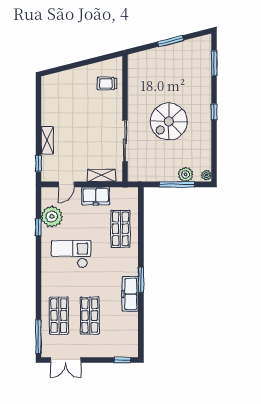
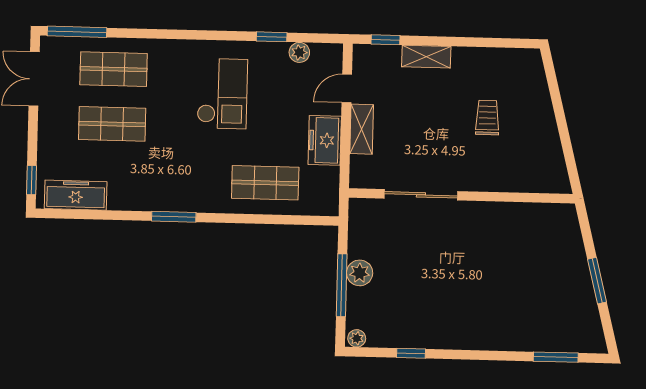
trolley: (107, 84) -> (487, 118), moved
window: (214, 112) -> (411, 353), moved
spiral stairs: (169, 121) -> (454, 274), removed
plant: (186, 174) -> (360, 273), moved
shelving: (102, 175) -> (362, 129), moved
door: (66, 184) -> (347, 88), hinge flipped
plant: (52, 216) -> (299, 52), width x0.53, depth x0.53
freezer: (130, 294) -> (76, 195), moved

